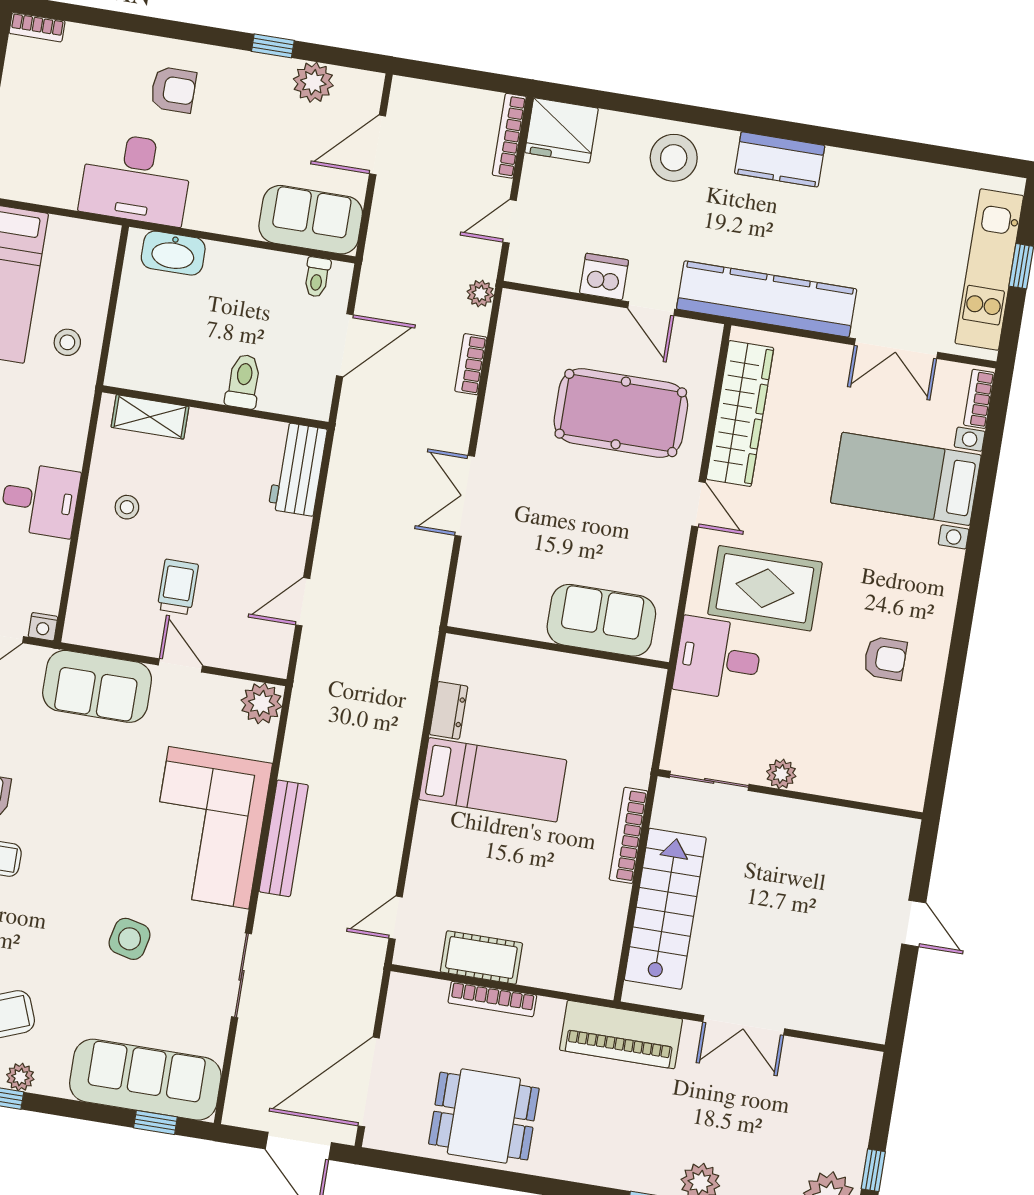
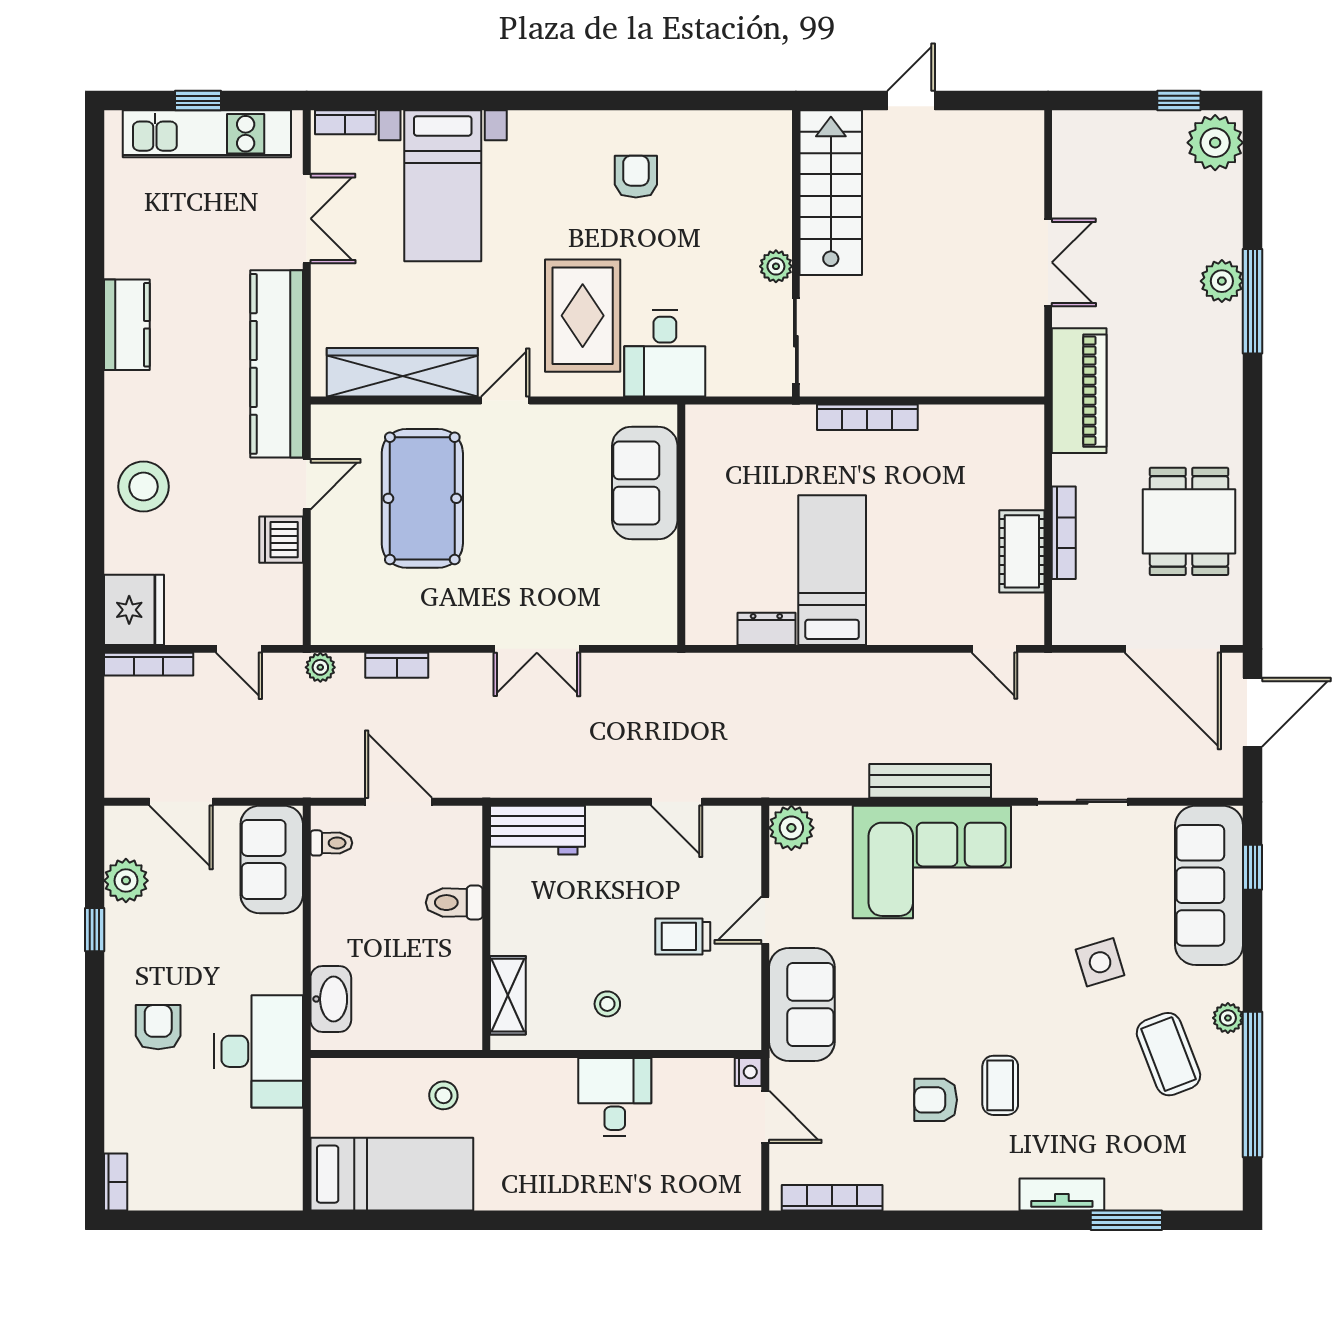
kitchen counter: (780, 159) -> (127, 325), moved
stairs: (665, 909) -> (831, 193), moved, turned 90
side table: (129, 939) -> (1100, 962), moved, turned -30

